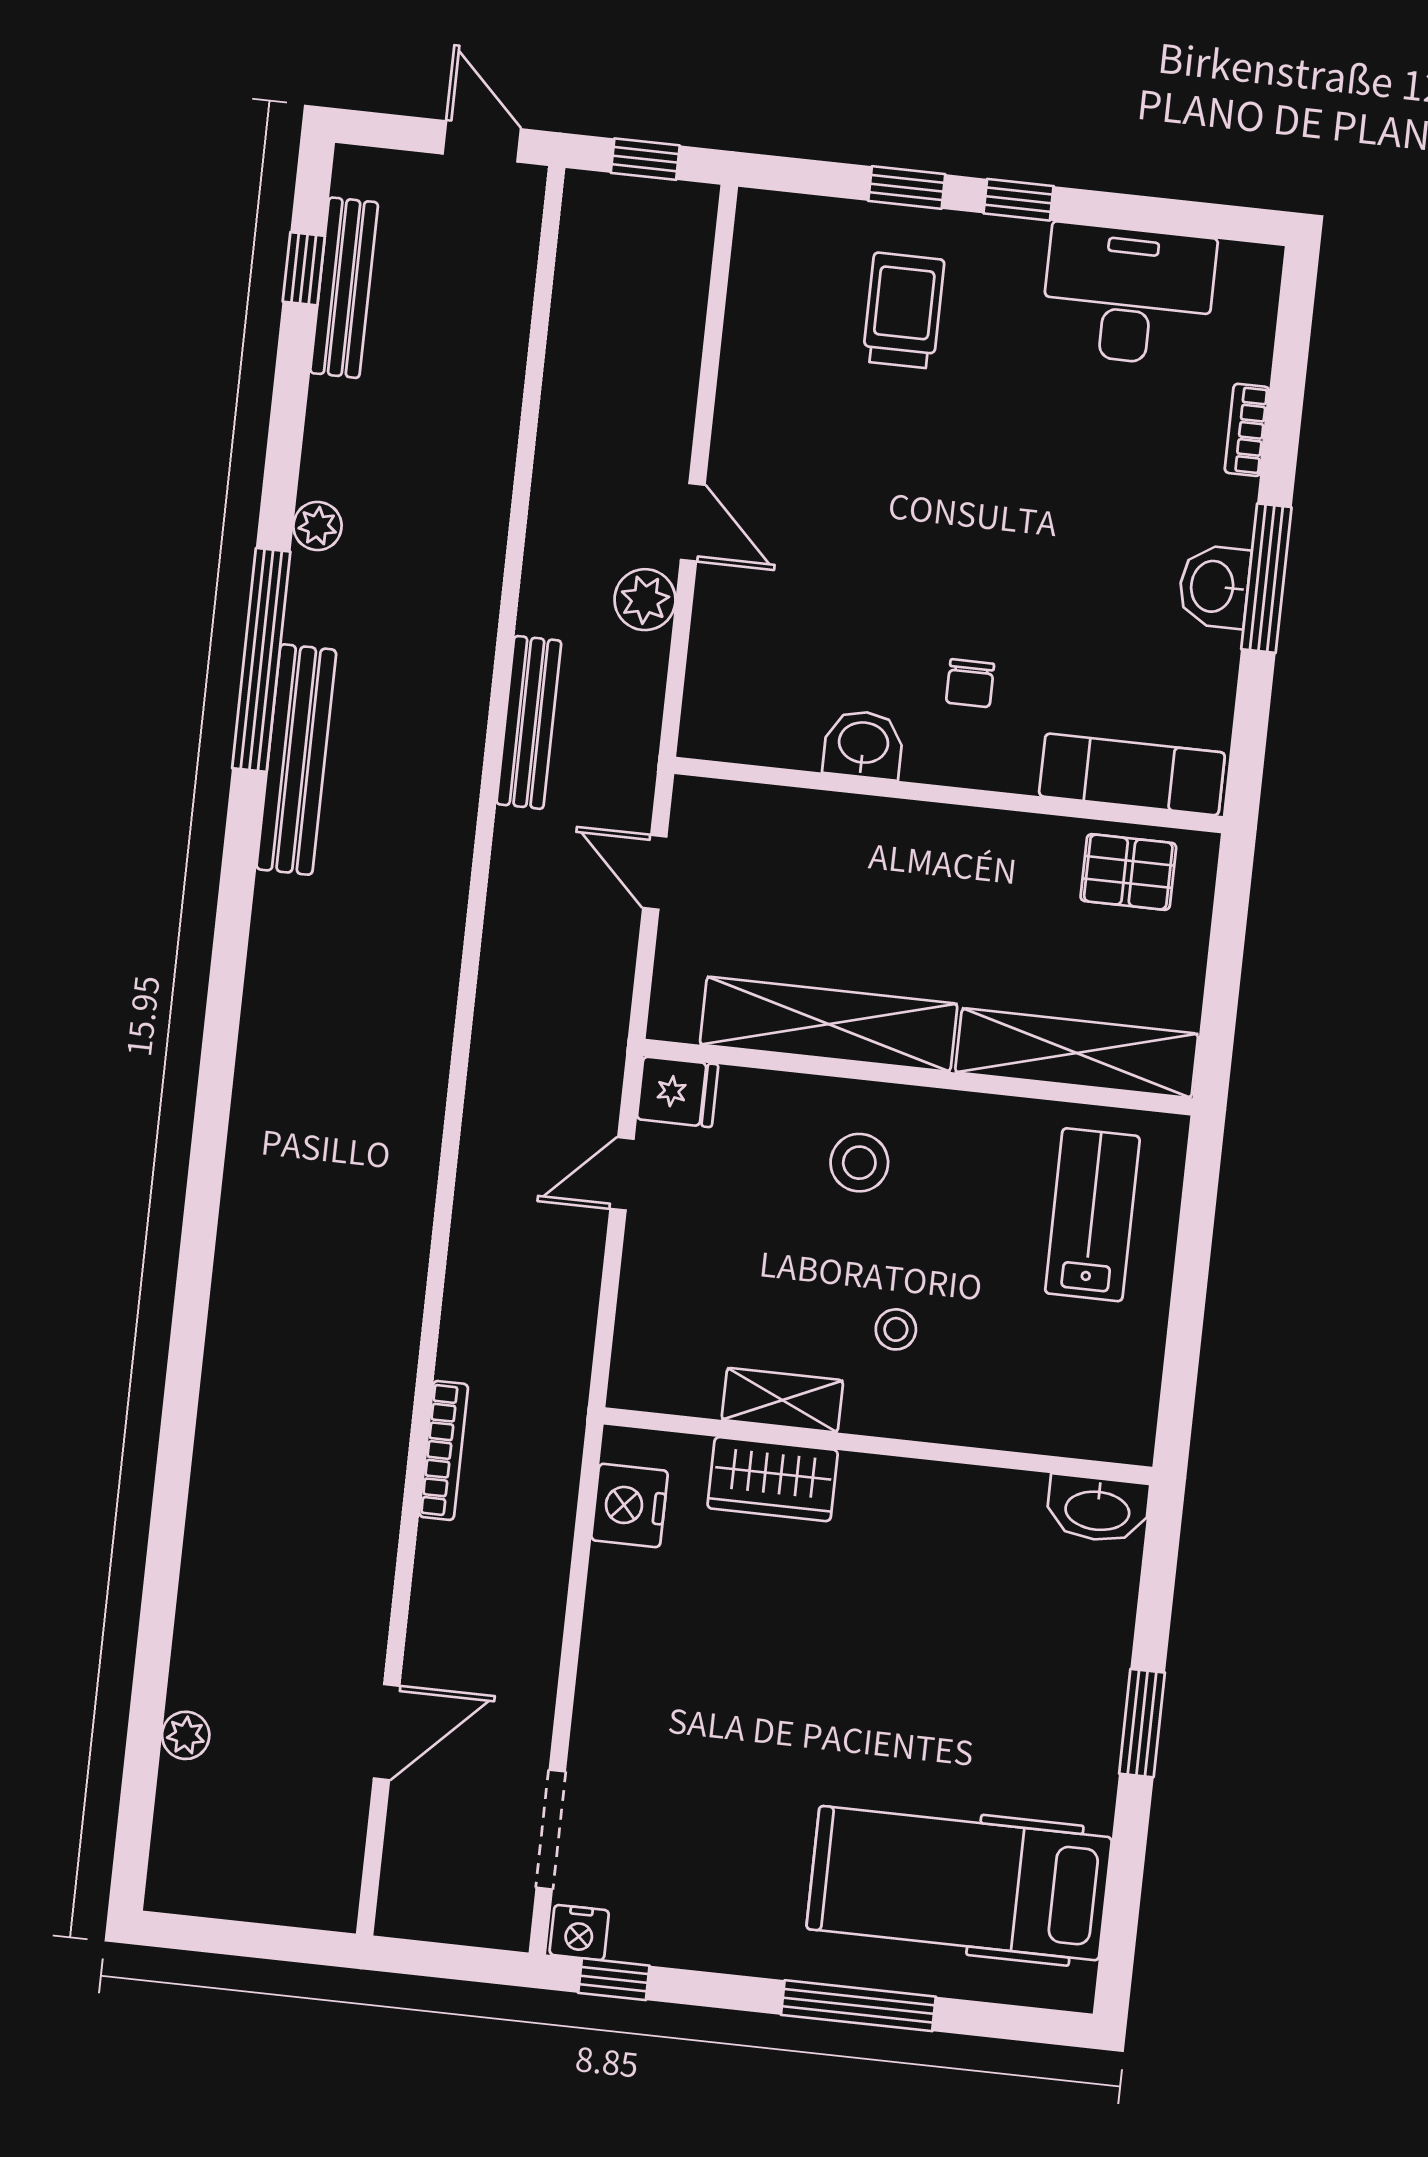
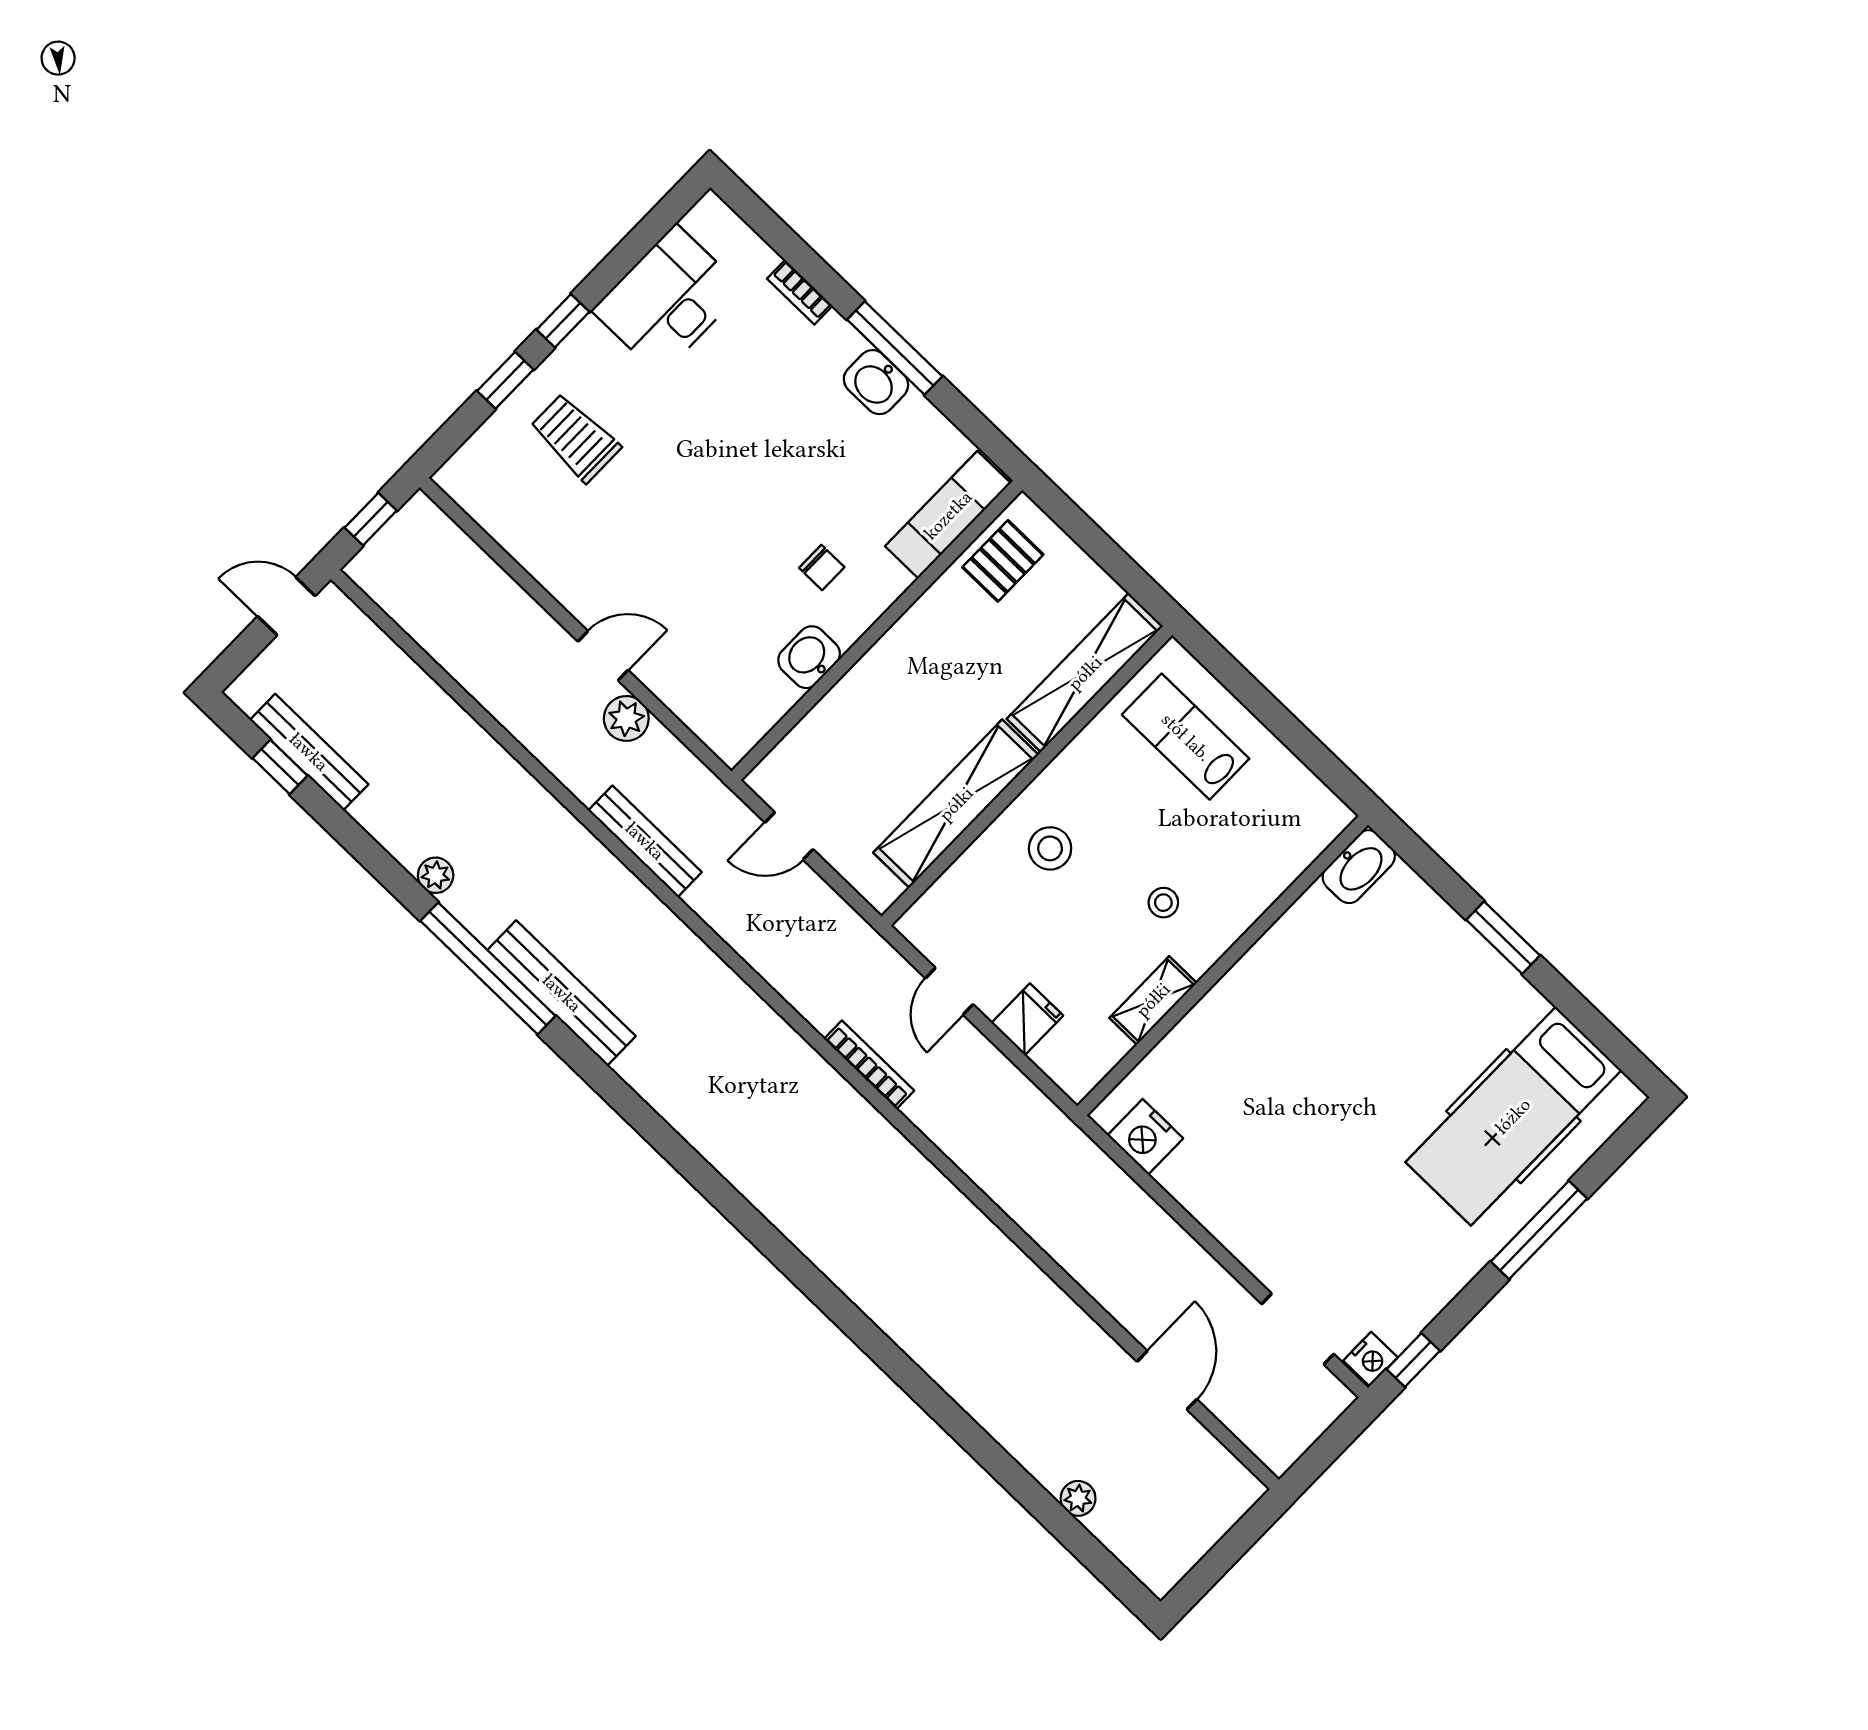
fridge: (678, 1092) -> (1027, 1019), moved
bookcase: (444, 1450) -> (869, 1065), moved
wardrobe: (773, 1479) -> (1195, 1042), removed

